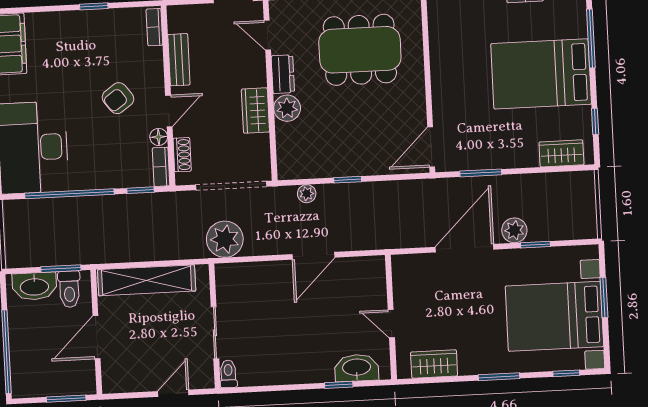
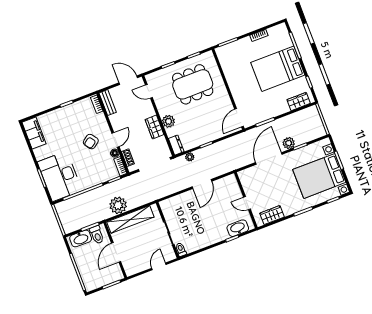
bench: (179, 60) -> (108, 103), moved
dresser: (283, 74) -> (176, 145), moved
plant: (225, 239) -> (118, 205), moved

